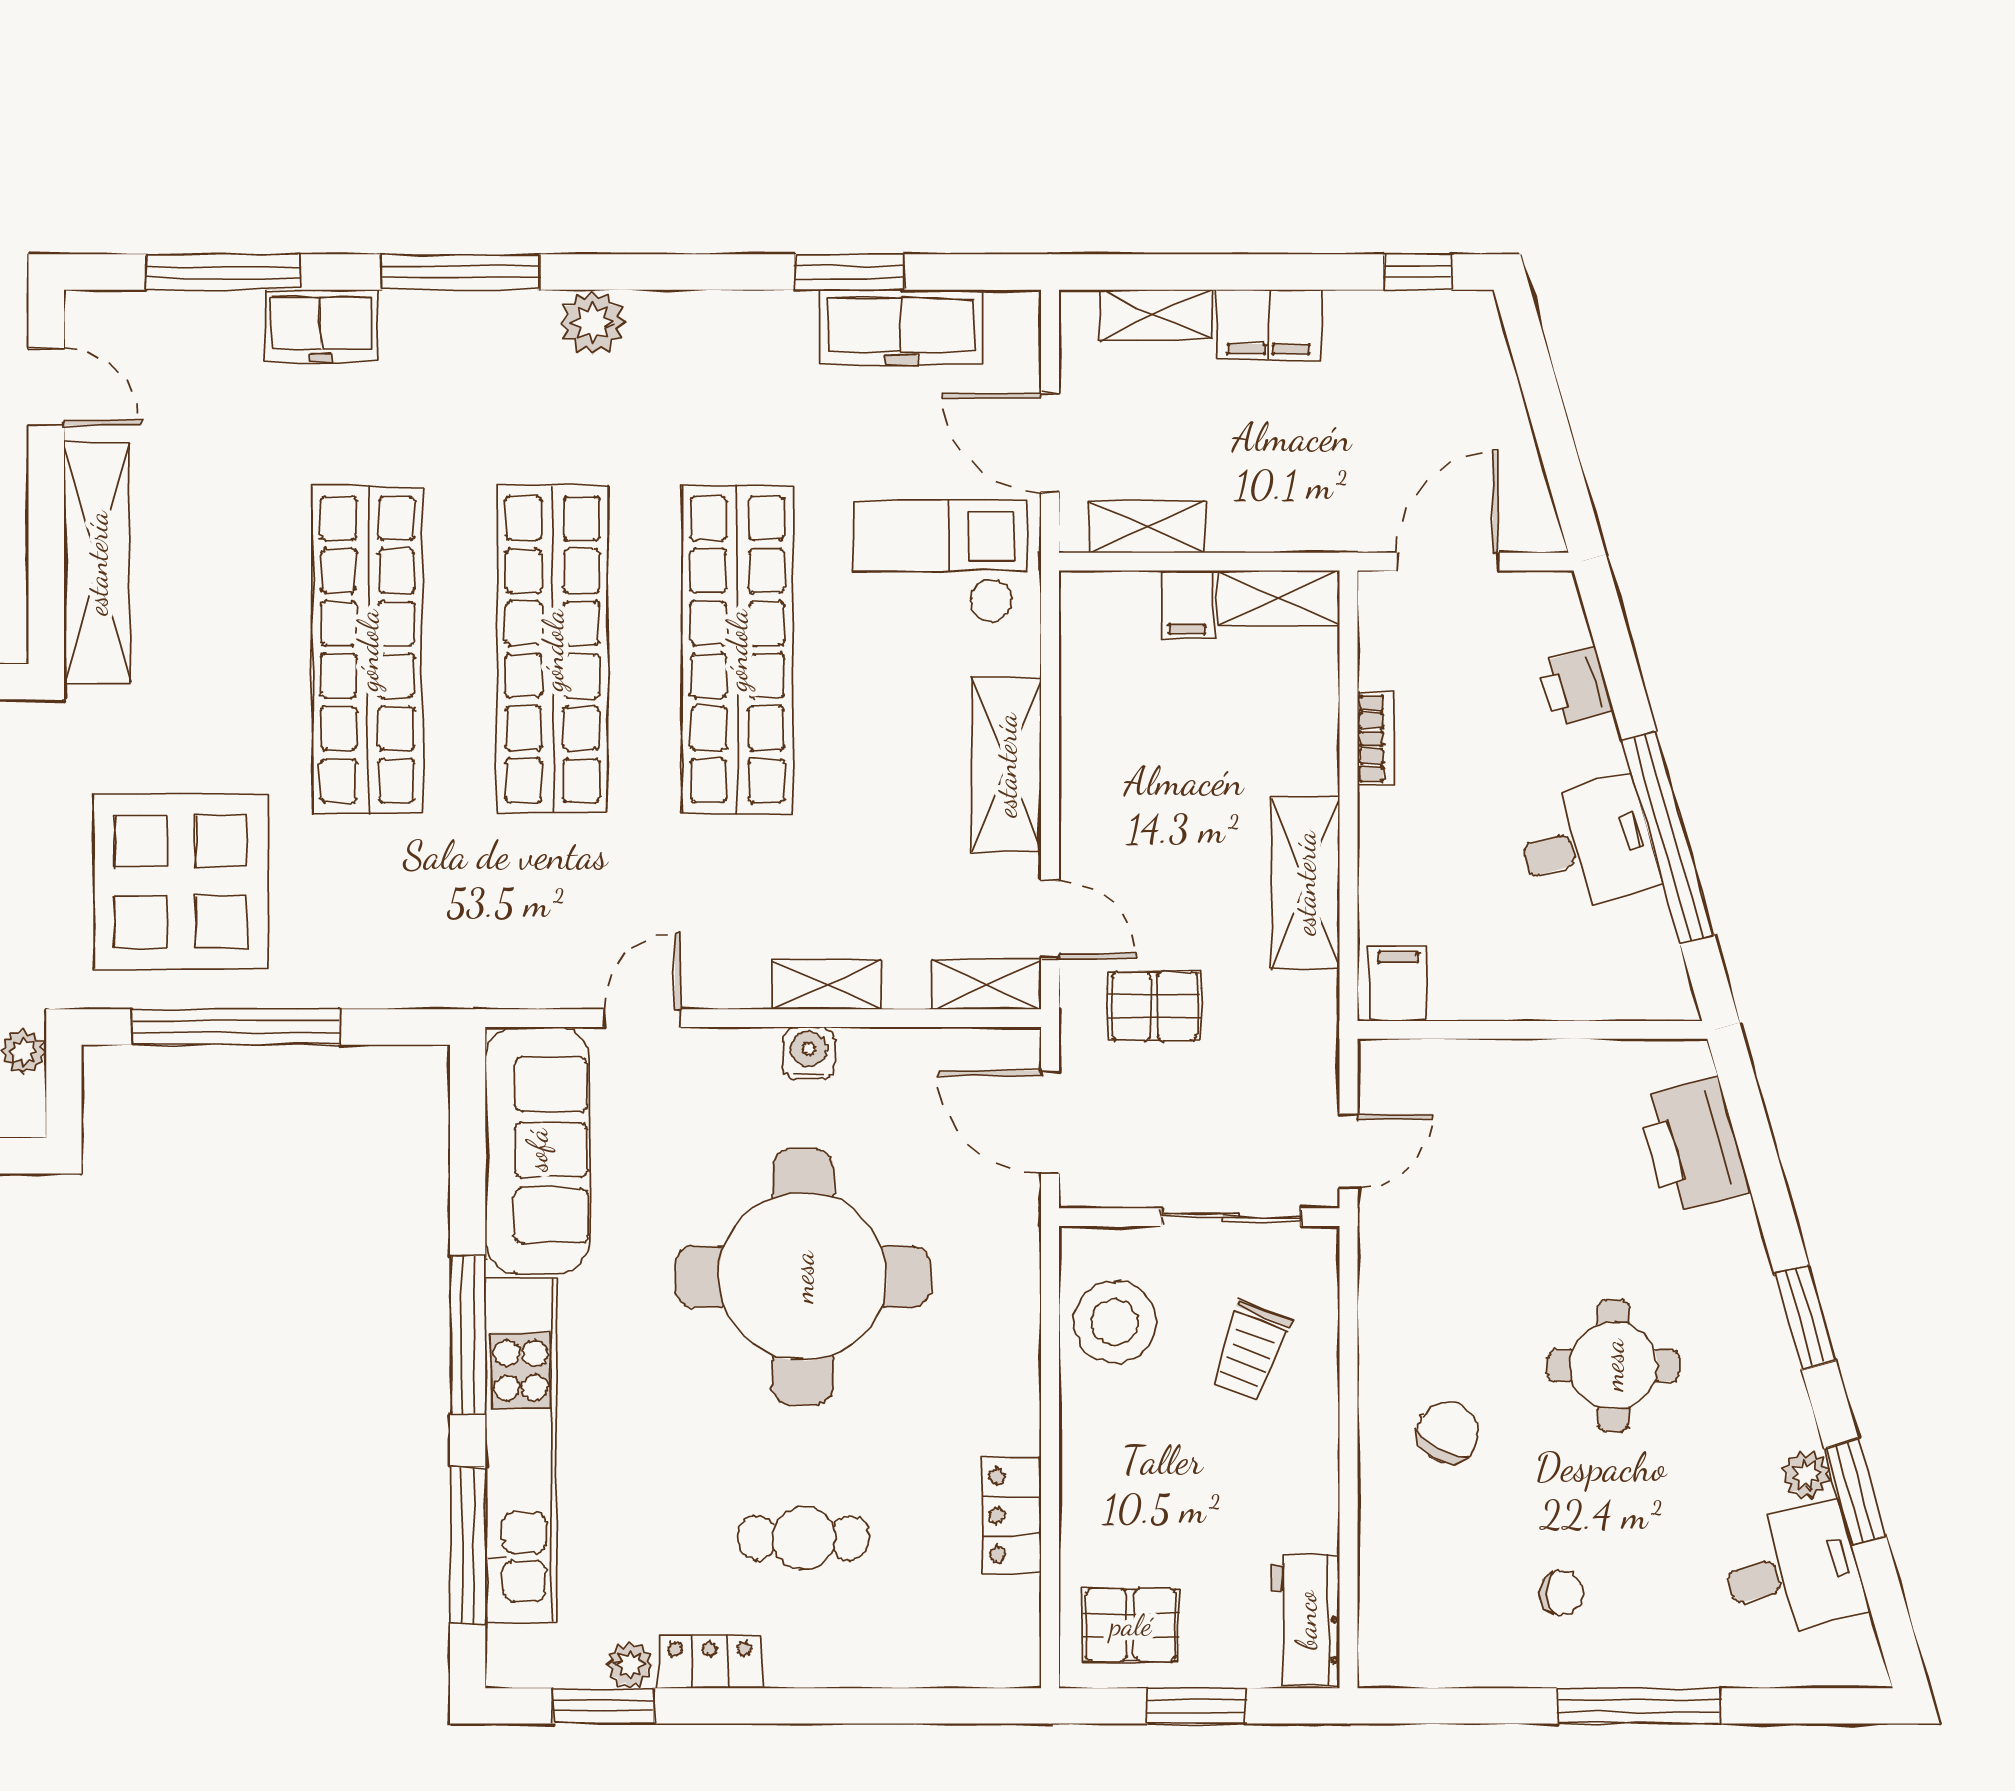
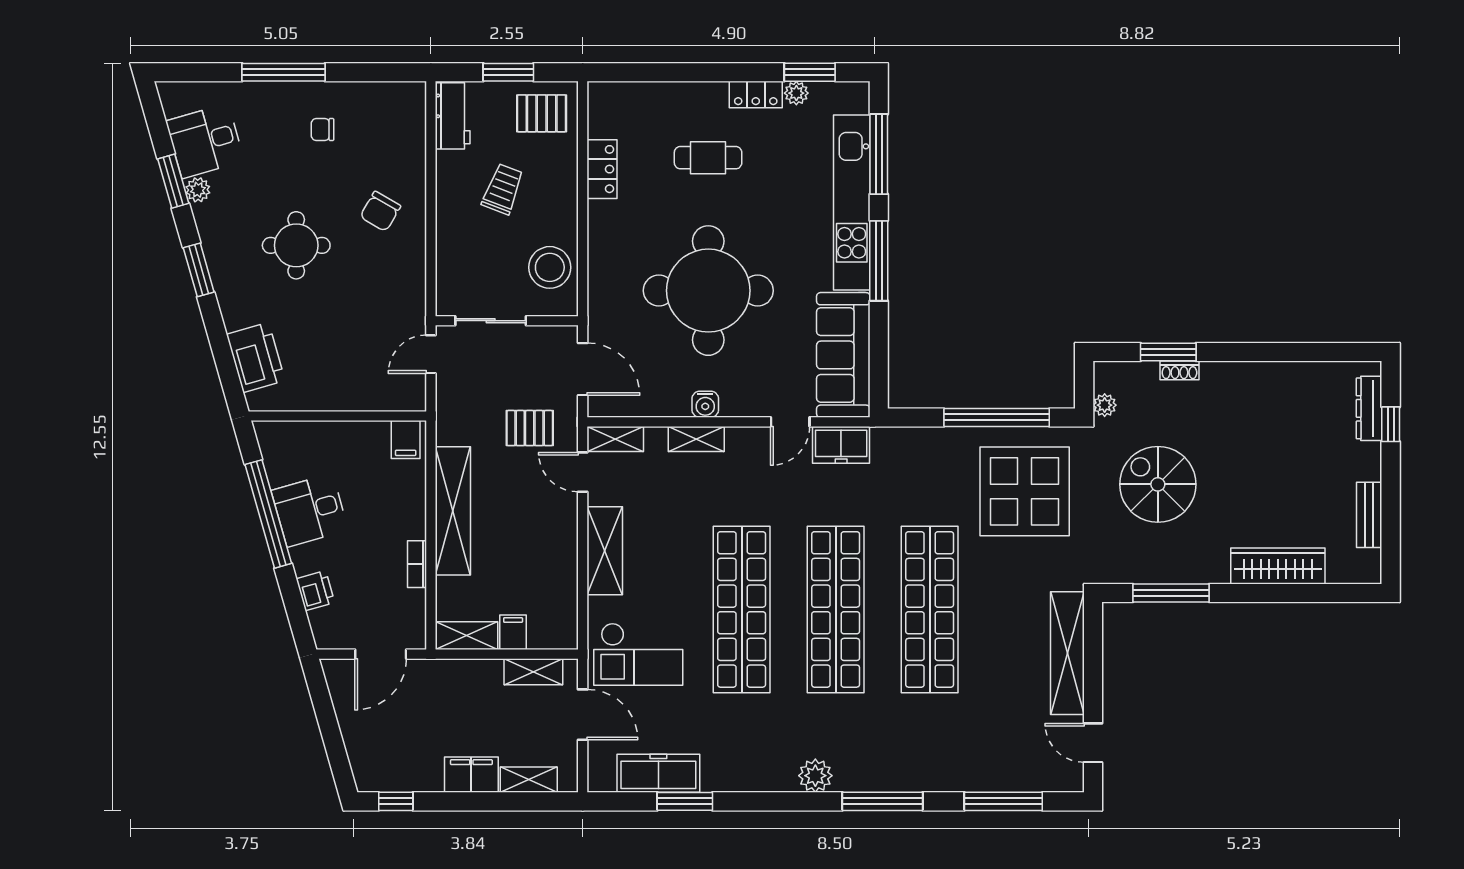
freezer: (321, 326) -> (841, 445), moved, turned 180
shelving: (1305, 883) -> (453, 511), width x1.47
trolley: (1250, 1351) -> (503, 189), moved

